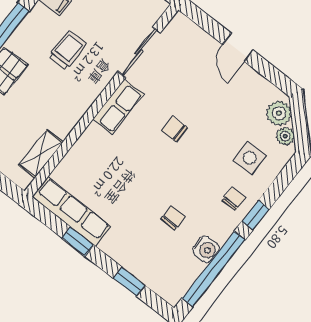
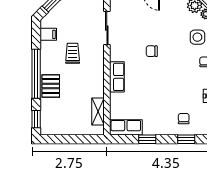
row of seats: (118, 107) -> (117, 77), moved
row of seats: (72, 212) -> (126, 127), width x0.68
chair: (173, 218) -> (184, 119), moved

